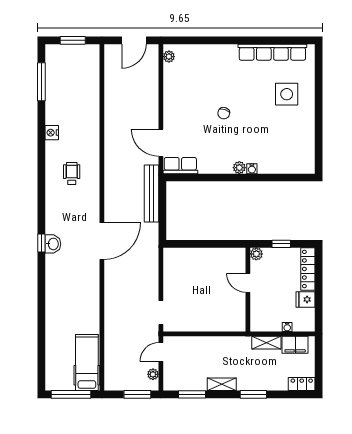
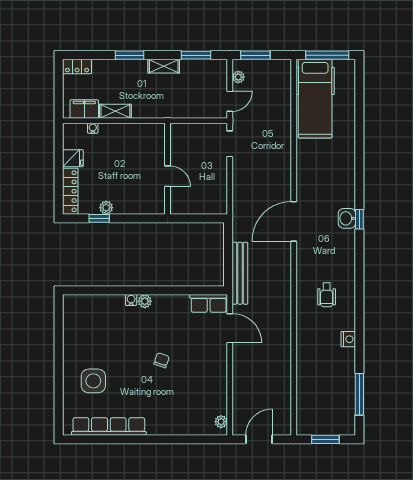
plant: (256, 254) -> (106, 208), moved
door: (248, 283) -> (167, 176), moved
wall: (248, 290) -> (167, 169), moved
hospital bed: (87, 363) -> (315, 99), width x1.37, depth x1.29

